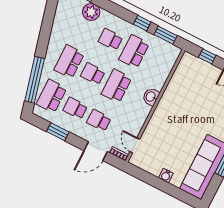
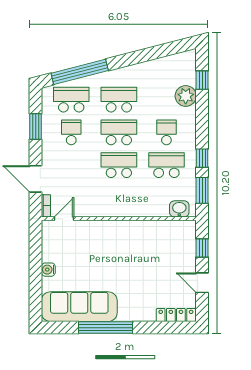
school desk: (93, 74) -> (119, 132), width x1.85
washbasin: (151, 97) -> (179, 209), moved
school desk: (99, 120) -> (71, 165), removed

